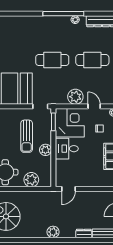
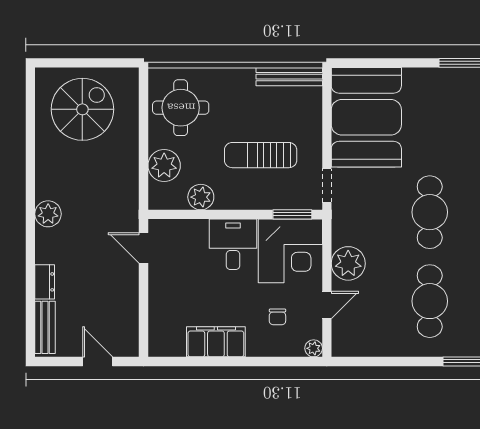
plant: (45, 150) -> (201, 197), moved

